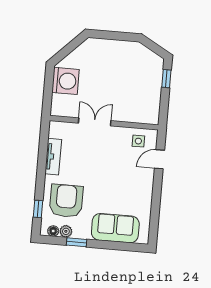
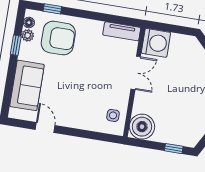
washing machine: (66, 81) -> (156, 43), moved, turned -90
boiler: (147, 112) -> (142, 127), added
tv unit: (53, 157) -> (122, 31), moved
door: (159, 159) -> (45, 127), moved

